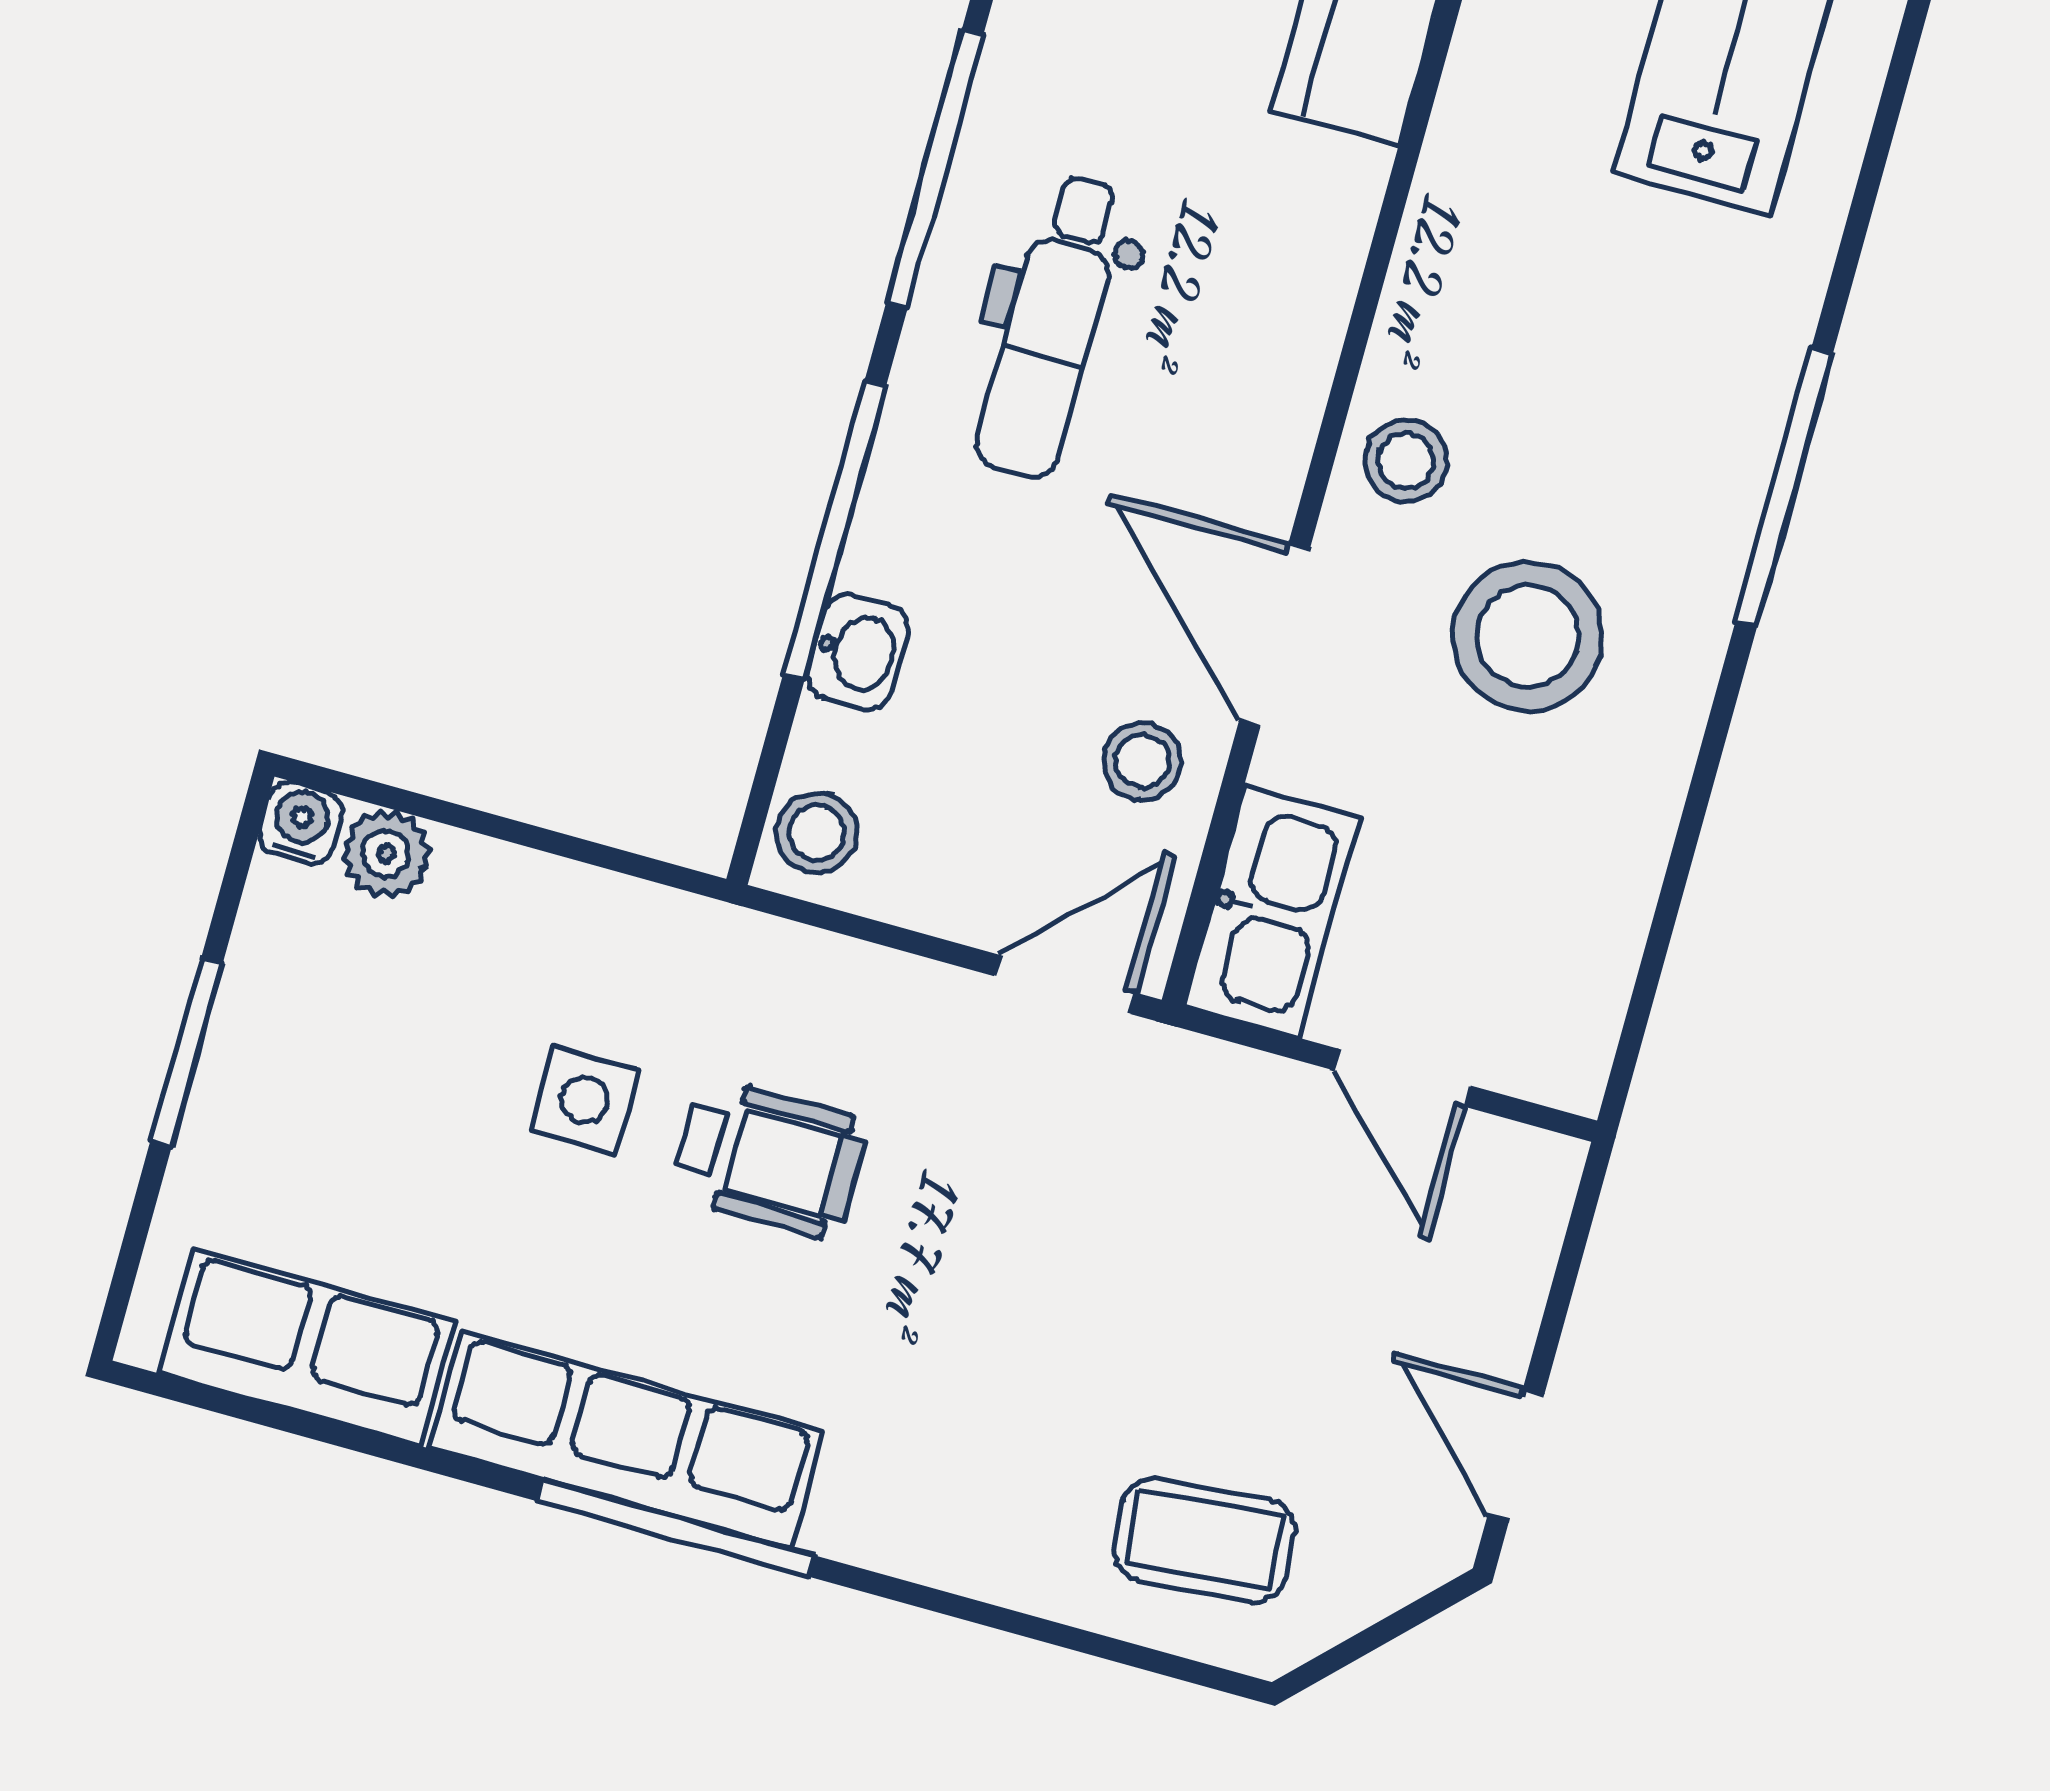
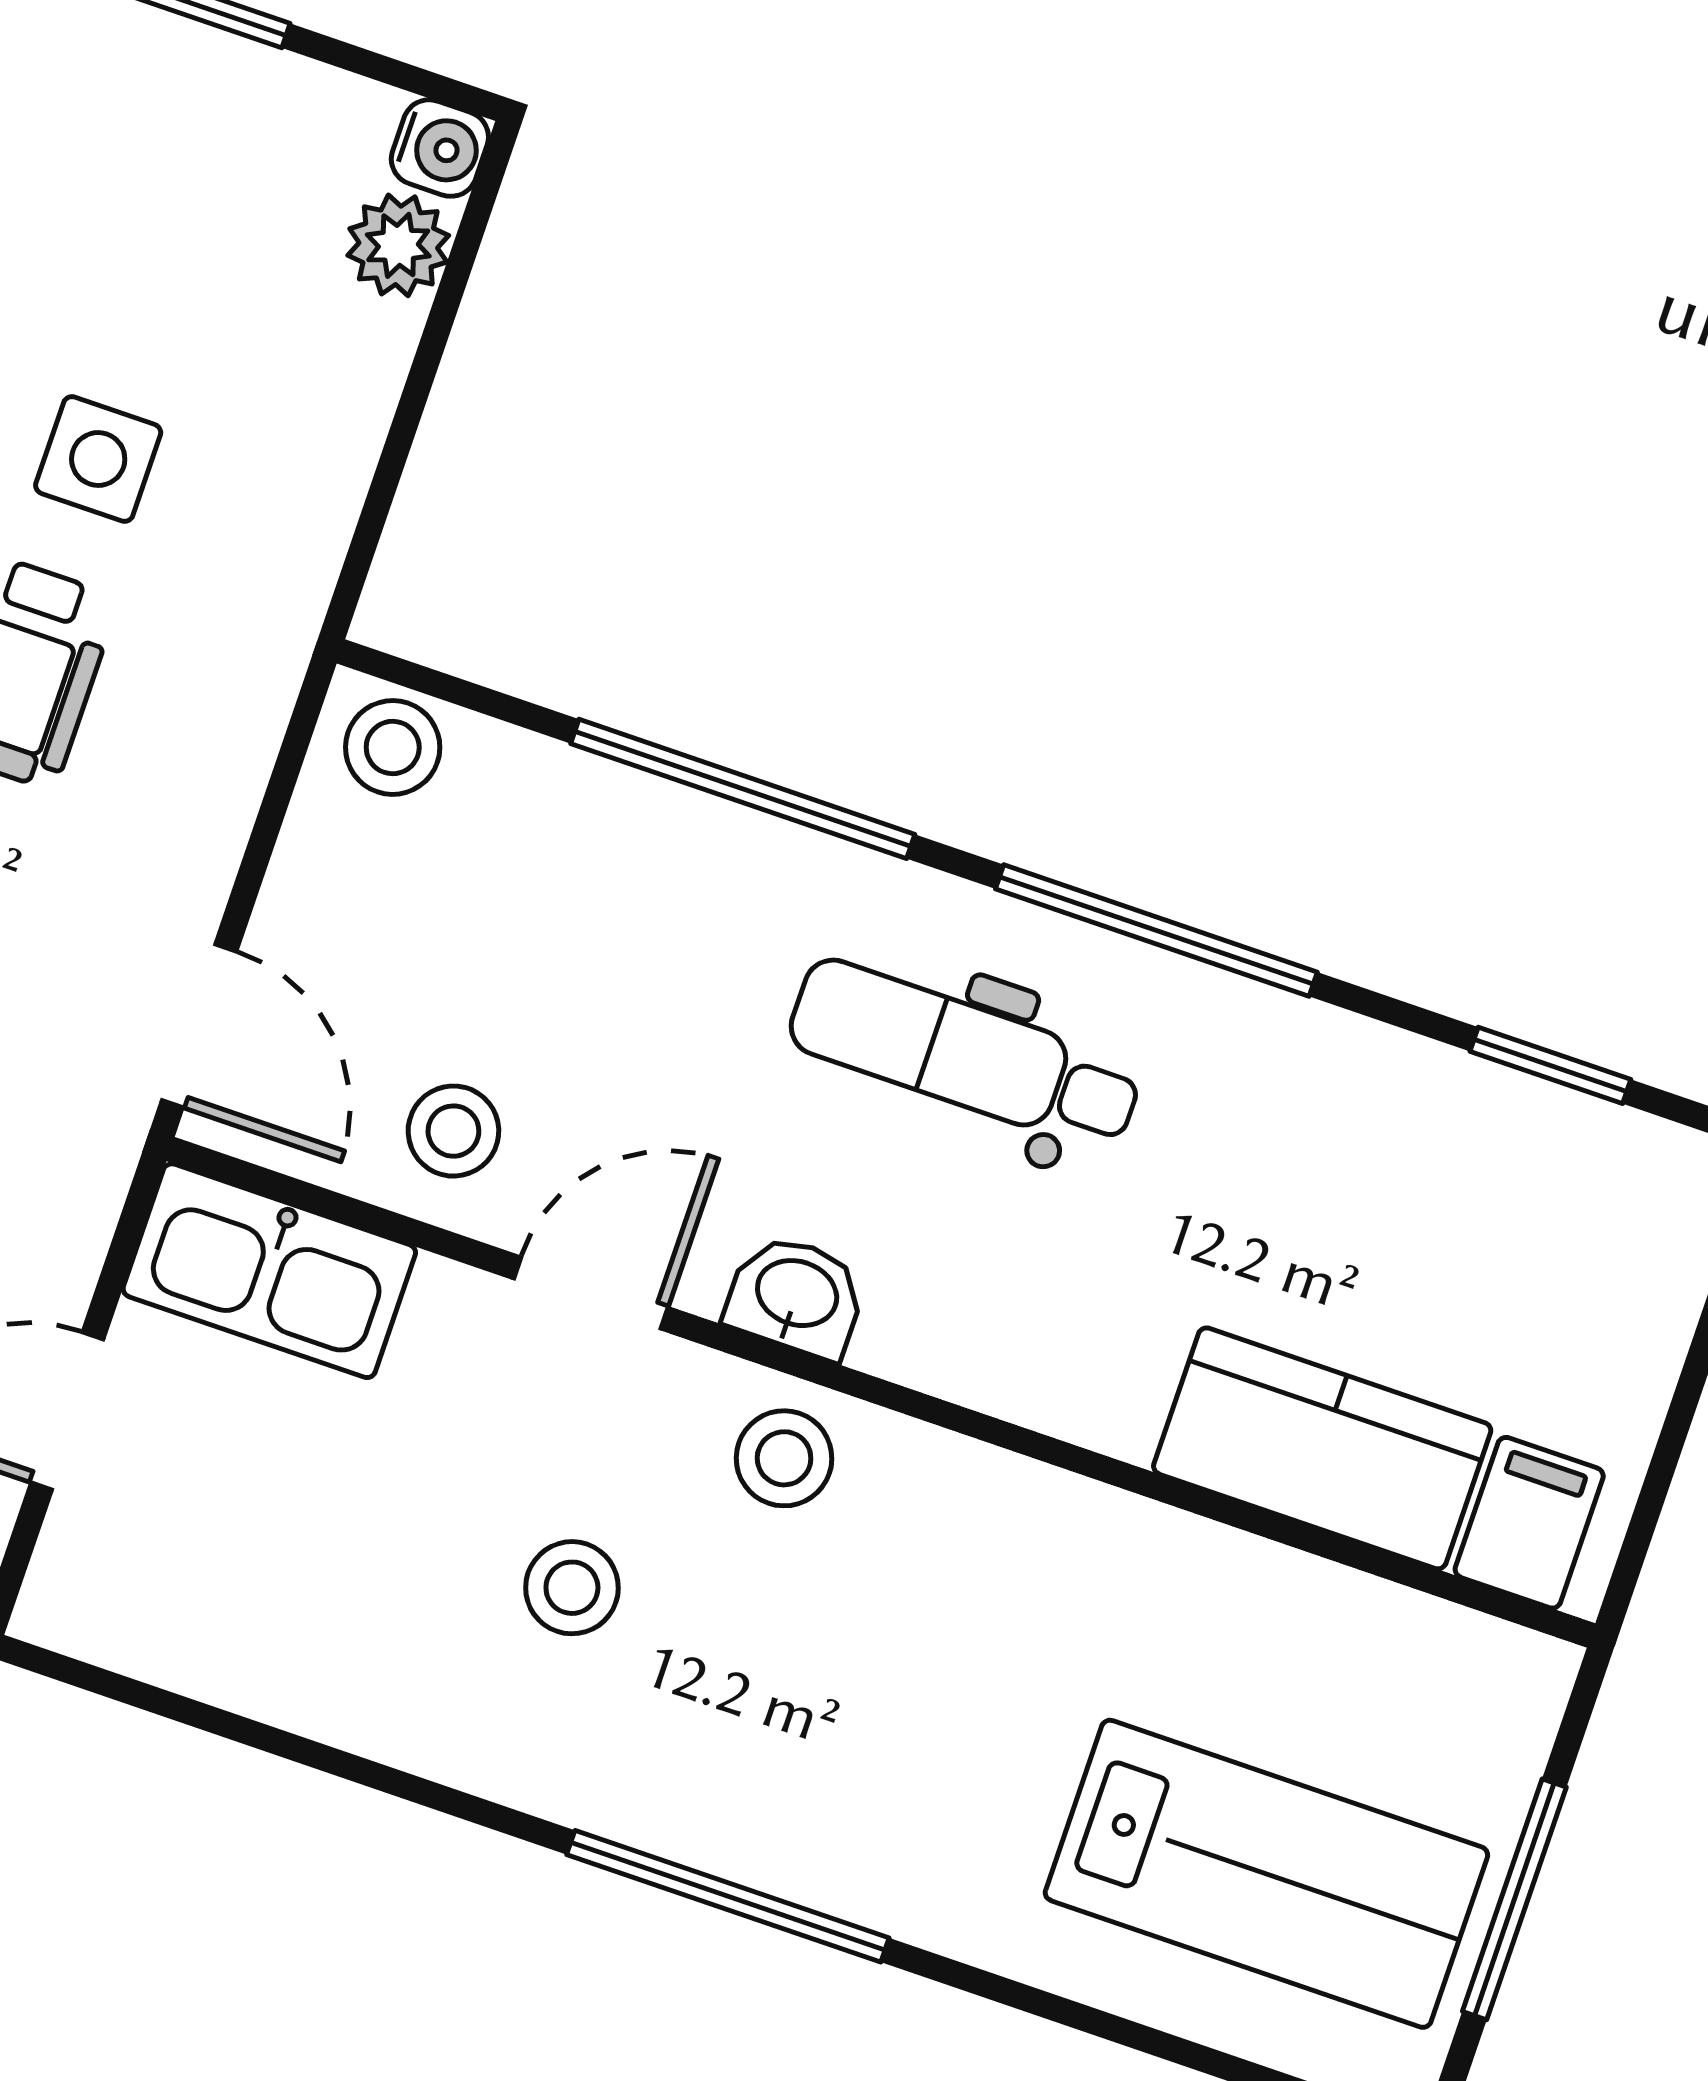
door: (1274, 635) -> (591, 1293), width x0.73
stool: (1528, 636) -> (572, 1588), width x0.53, depth x0.53
washbasin: (858, 652) -> (796, 1296), moved, turned 180

